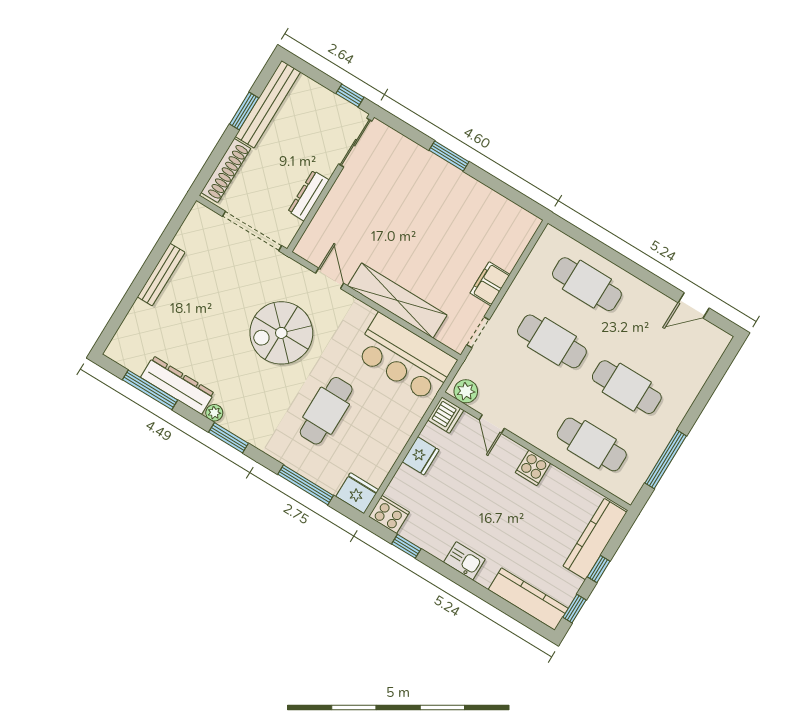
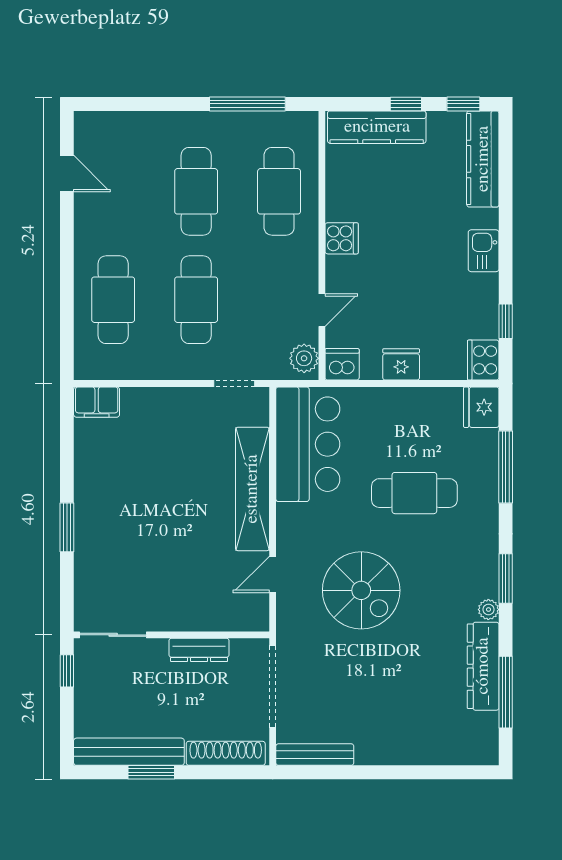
bench: (161, 275) -> (315, 755), moved
filing cabinet: (490, 284) -> (97, 402), moved

